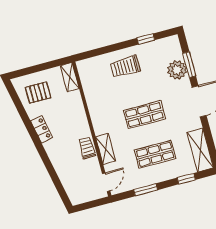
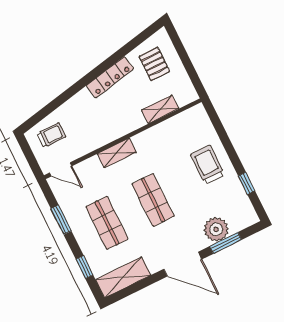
shelving: (70, 77) -> (160, 109), moved
locker: (42, 129) -> (110, 77), width x1.53
trolley: (87, 148) -> (51, 135), moved
shelving: (105, 149) -> (117, 153), moved

